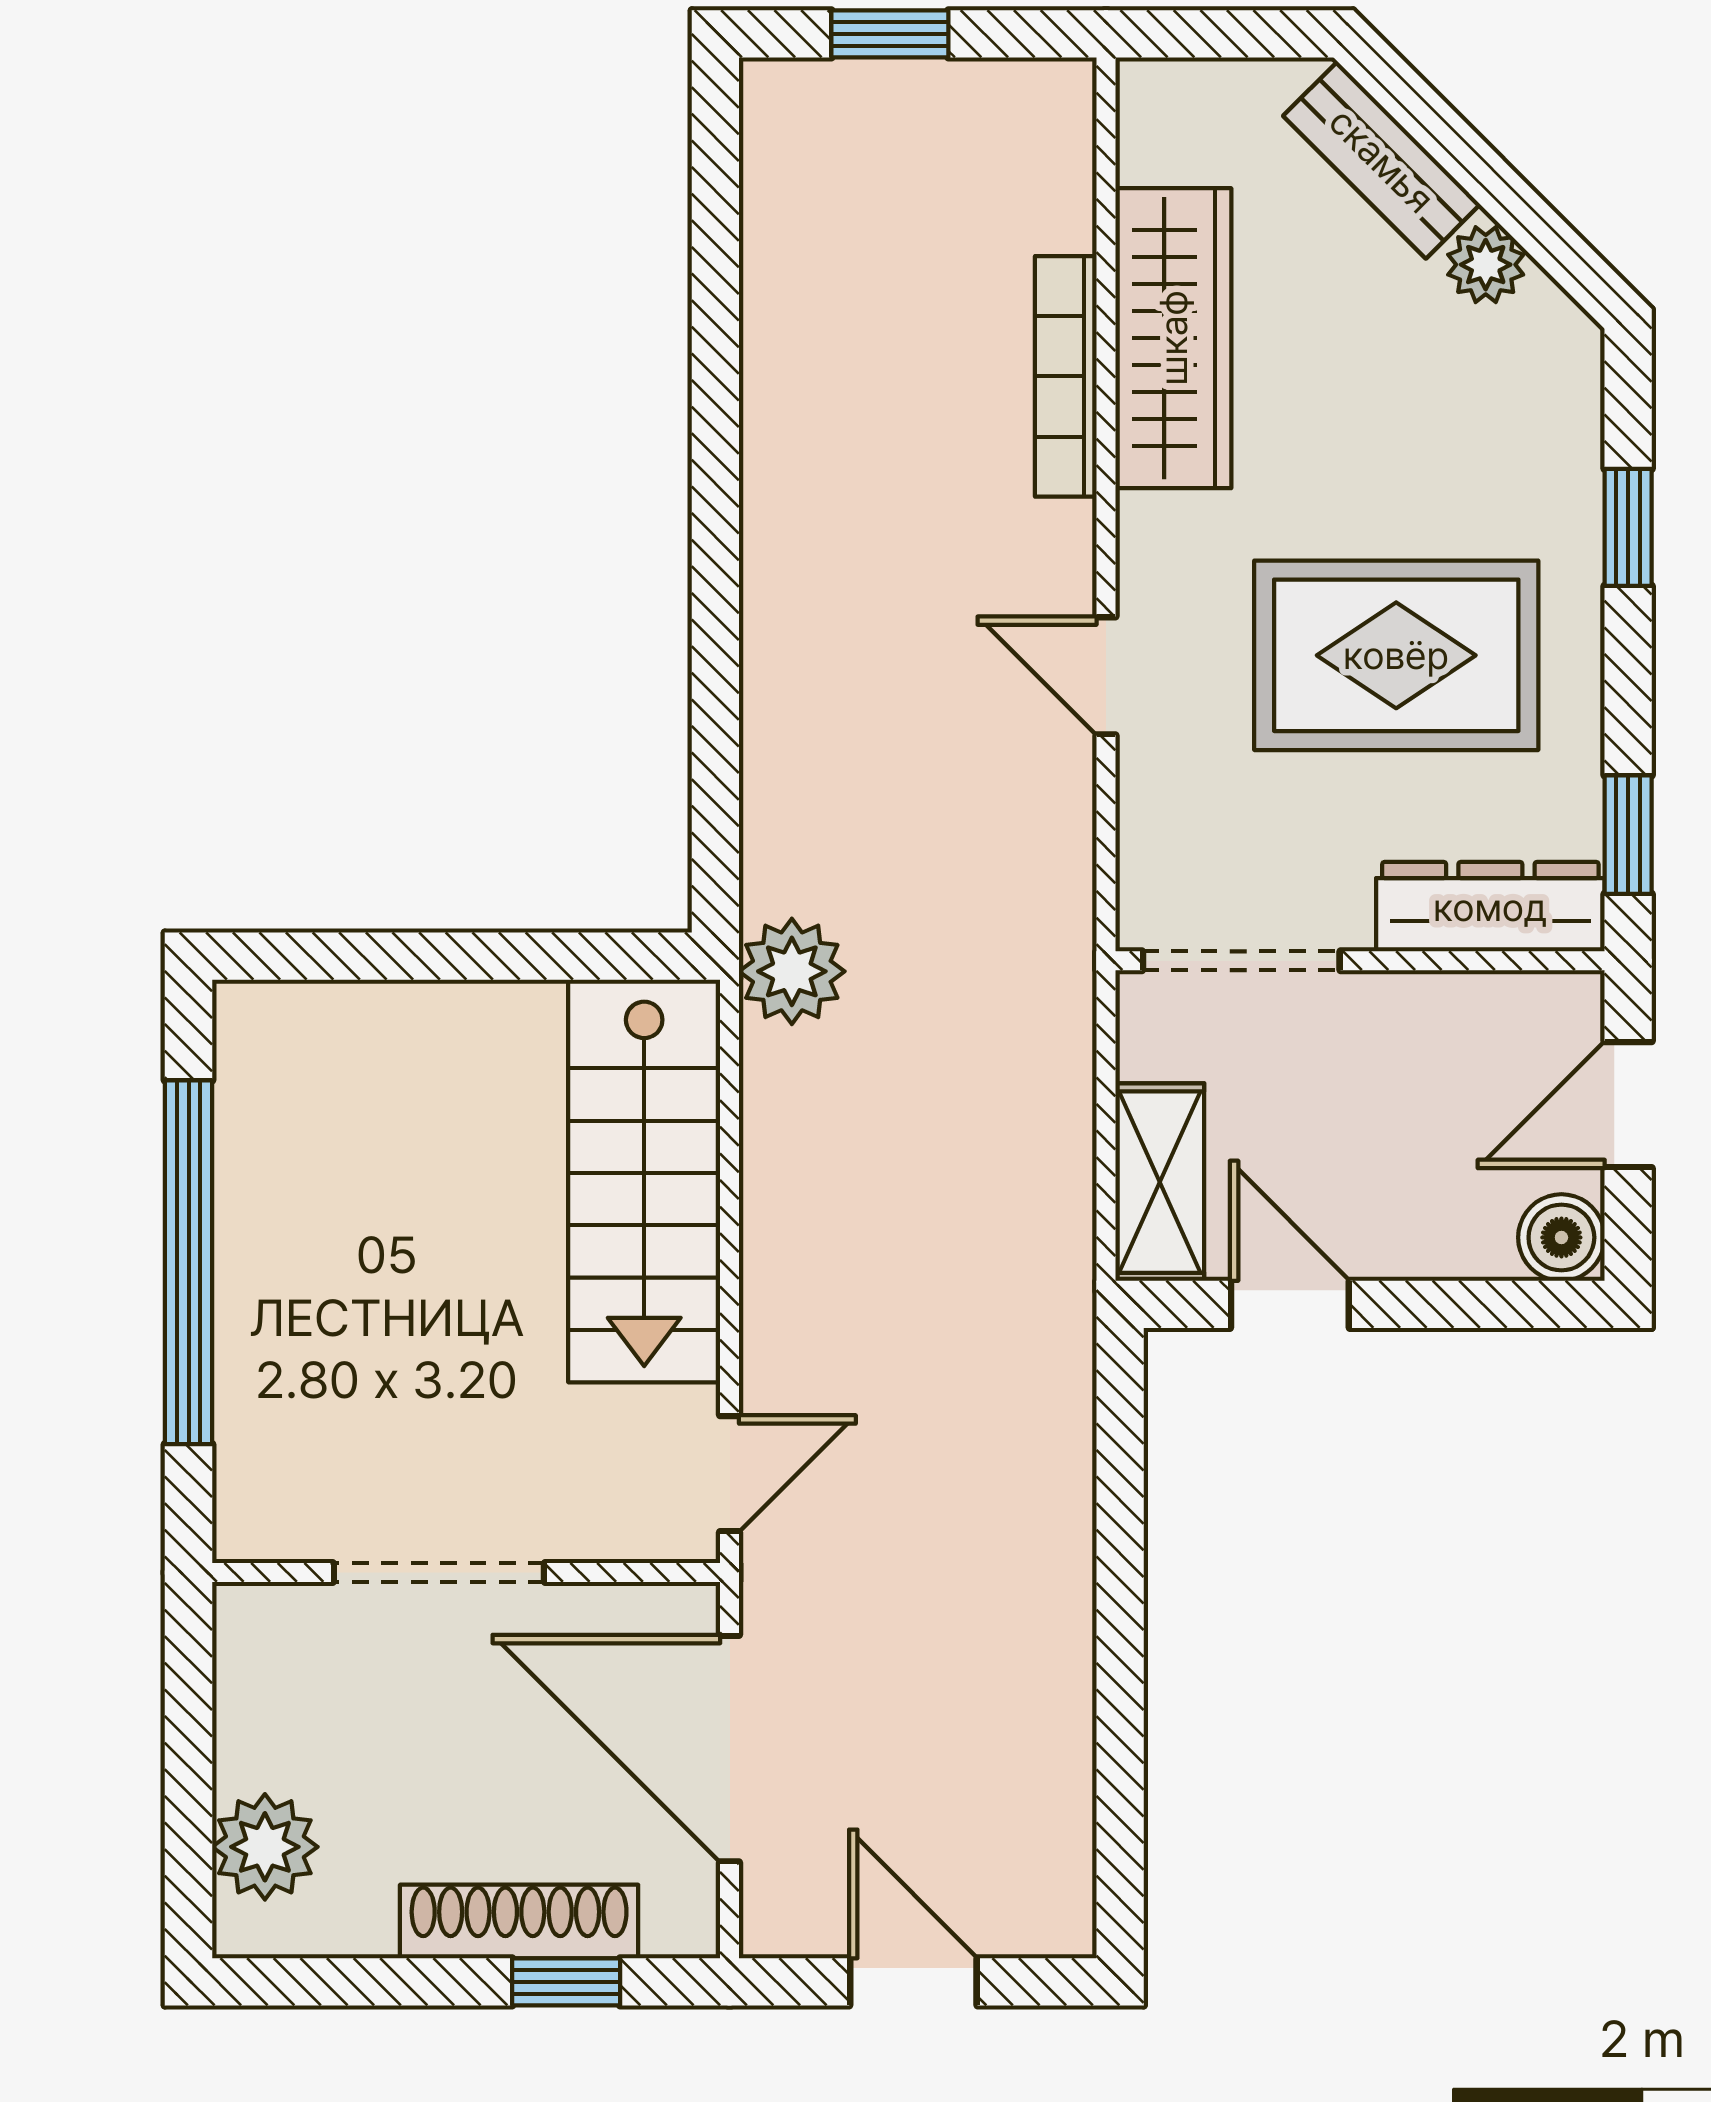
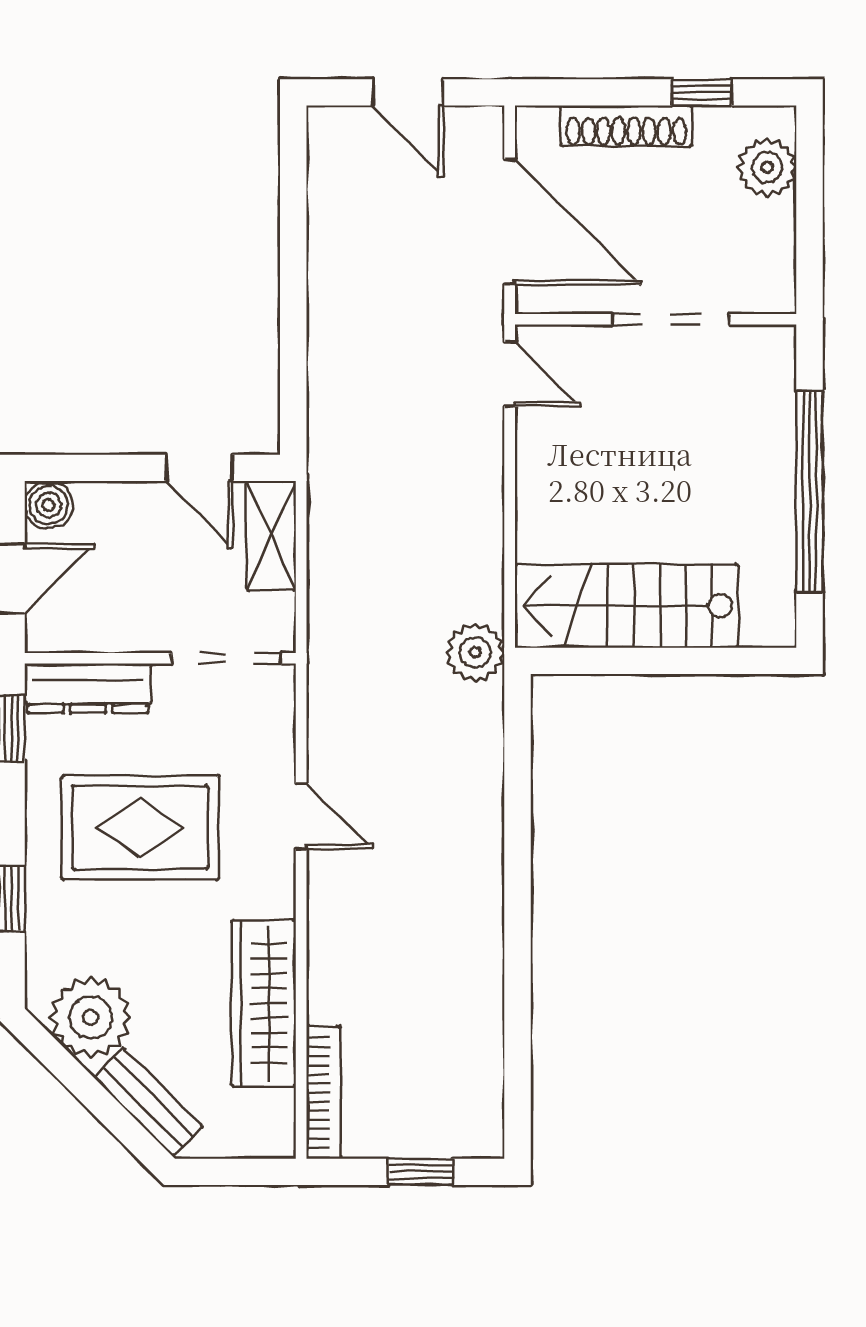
plant: (1486, 265) -> (91, 1017), width x1.87, depth x1.87
bookcase: (1066, 376) -> (323, 1092), moved
stairs: (644, 1181) -> (626, 606), moved, turned -90
door: (730, 1474) -> (510, 374), swing flipped
window: (566, 1982) -> (702, 92), moved

